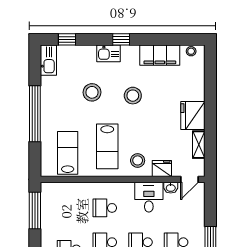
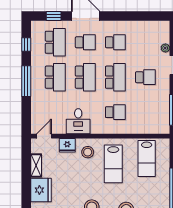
lab bench: (107, 146) -> (113, 164), turned 180
washbasin: (171, 188) -> (60, 129), removed

